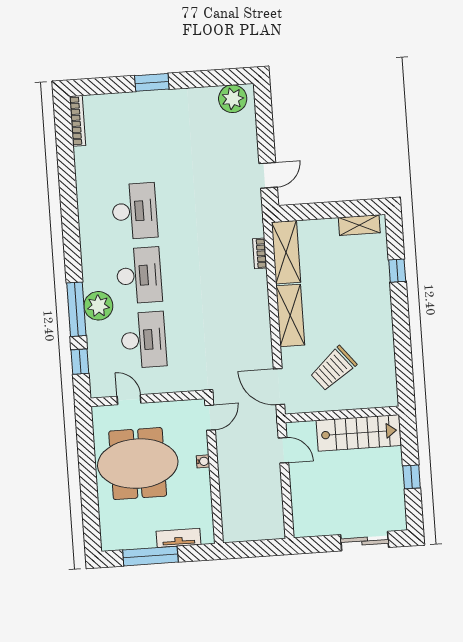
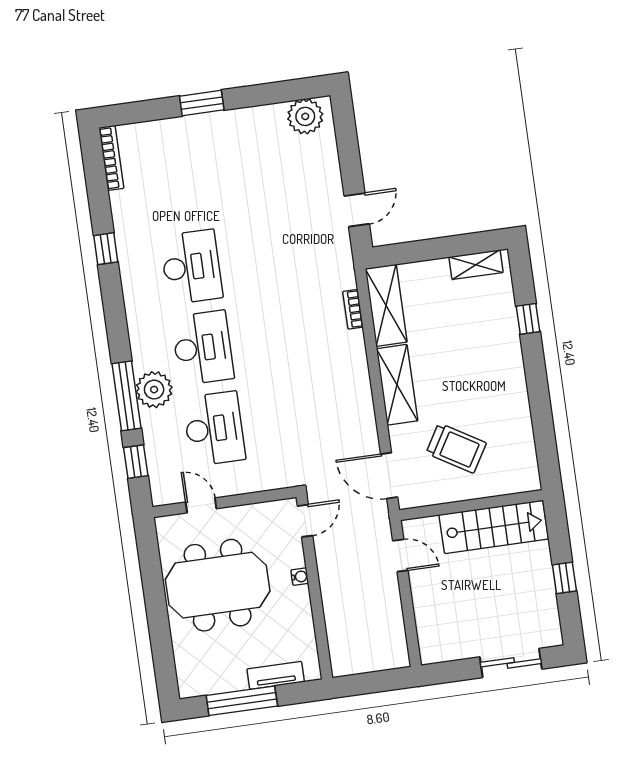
window: (68, 192) -> (106, 249), added
trolley: (333, 369) -> (456, 448), turned -110

